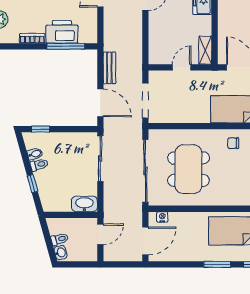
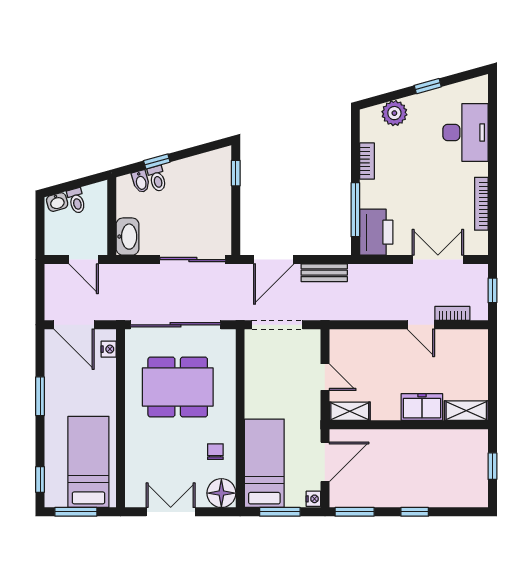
printer: (62, 32) -> (376, 232), moved
bidet: (35, 154) -> (141, 181), moved
toilet: (39, 165) -> (157, 179), moved
window: (217, 264) -> (40, 396), moved

